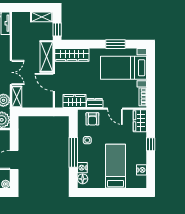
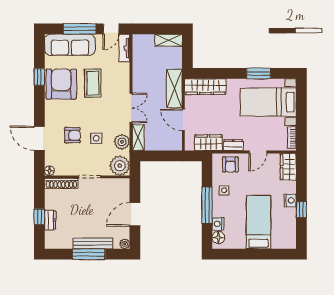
window: (57, 29) -> (187, 56), removed
door: (115, 109) -> (258, 152), hinge flipped
window: (151, 144) -> (301, 210), moved
nightstand: (142, 170) -> (290, 200), moved

